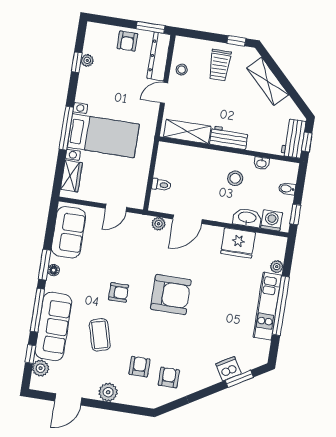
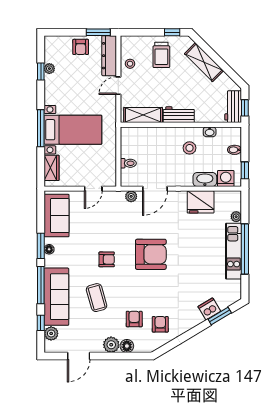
floor lamp: (126, 397) -> (127, 346), added

